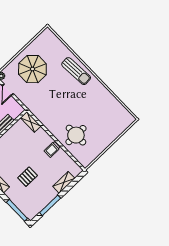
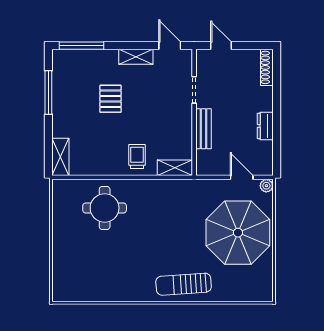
parasol: (32, 69) -> (238, 233), width x1.36, depth x1.36
trolley: (52, 149) -> (137, 157), moved
shelving: (64, 182) -> (60, 157), moved

